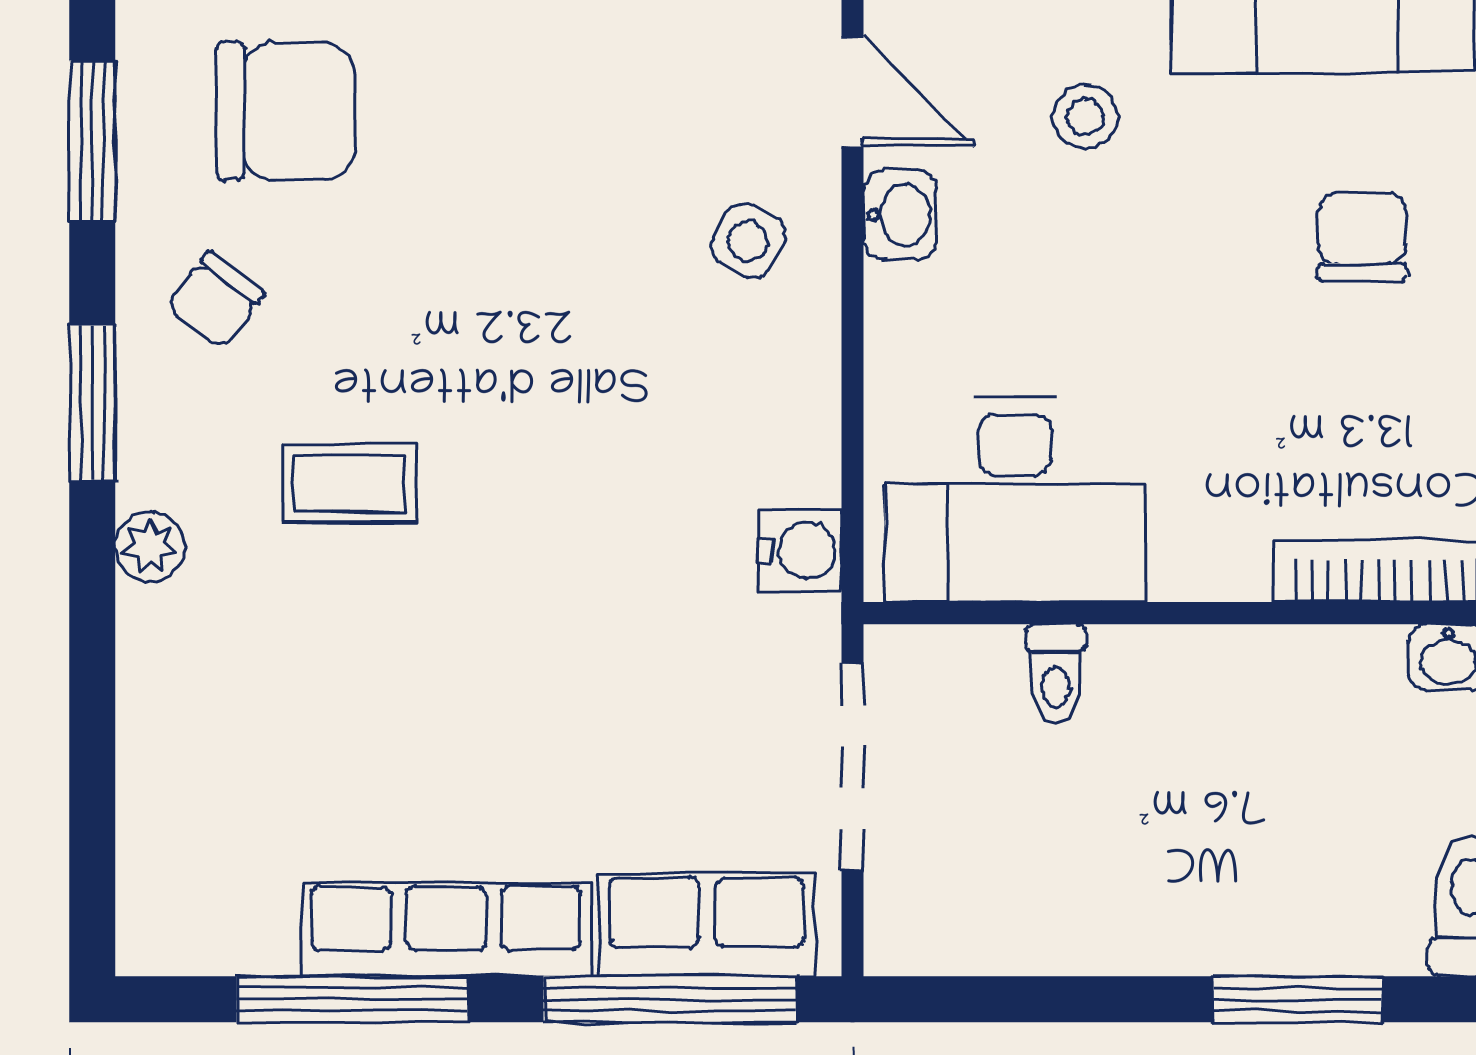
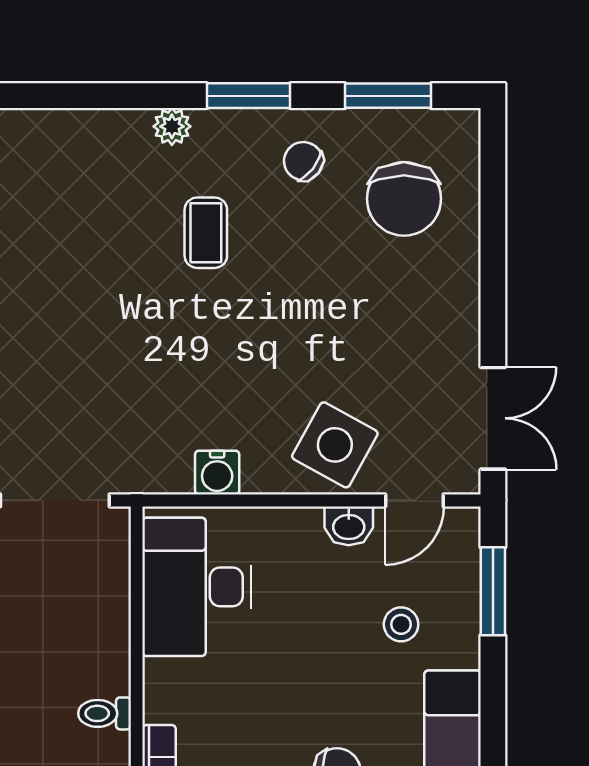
side table: (748, 241) -> (335, 445), width x1.87, depth x1.87
water cooler: (800, 550) -> (217, 473), moved
toilet: (1056, 673) -> (105, 713), moved

